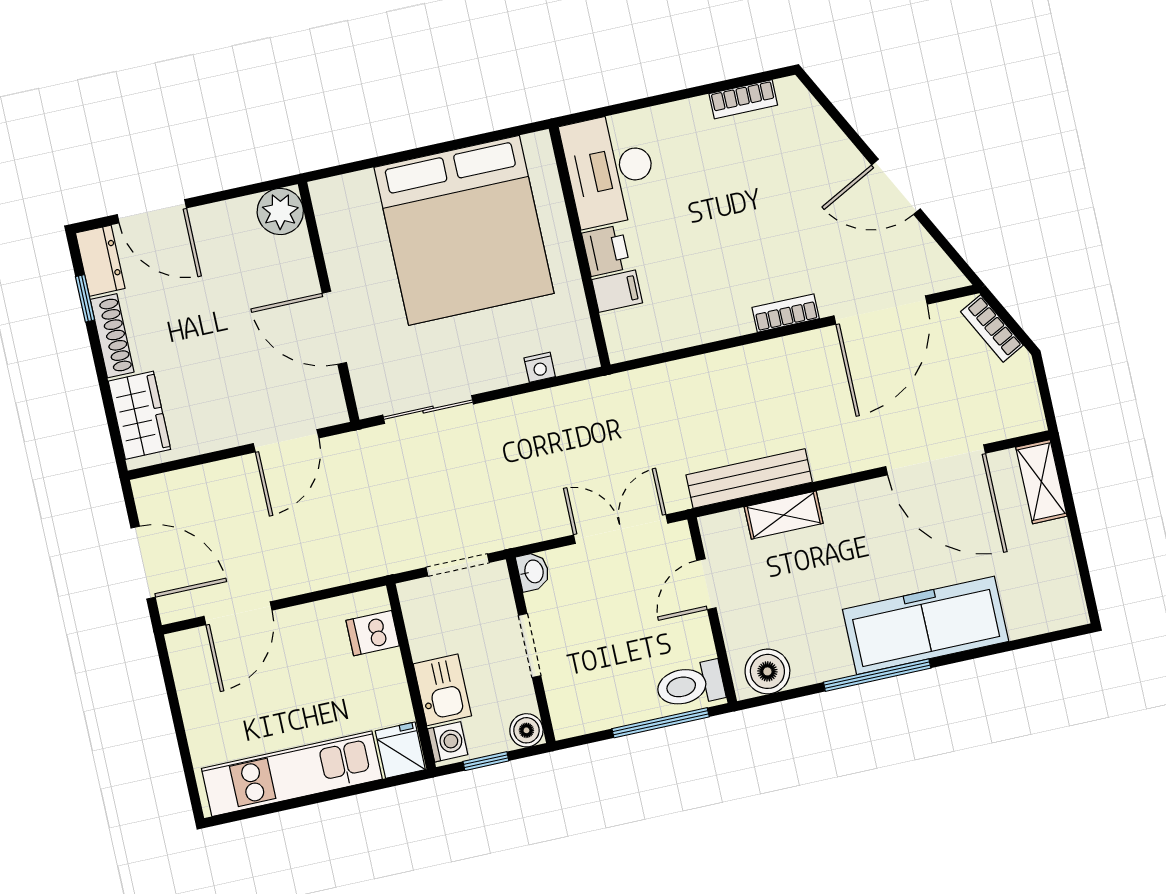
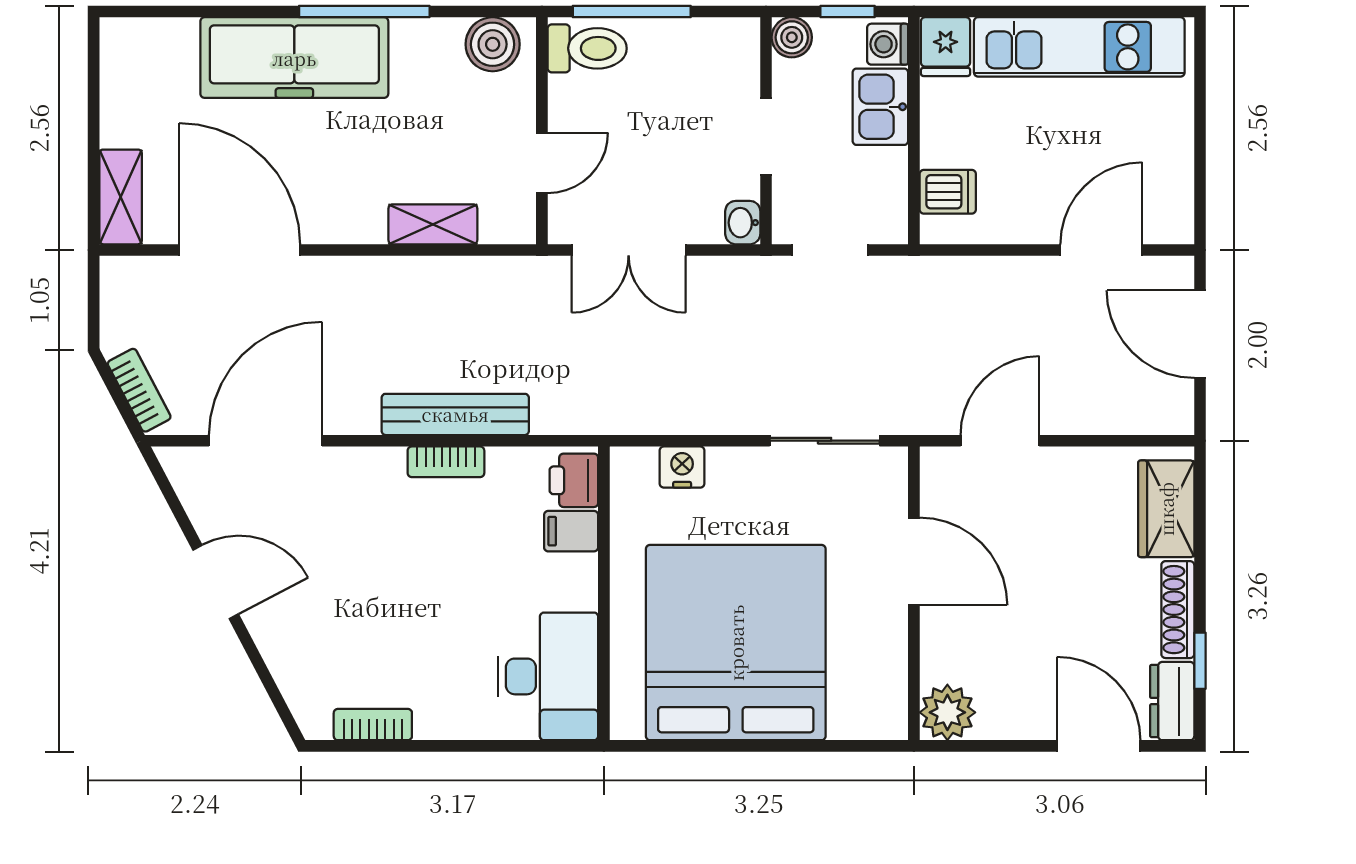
printer: (606, 251) -> (574, 480), moved
bookcase: (786, 313) -> (446, 462), moved
nightstand: (540, 367) -> (682, 467), width x1.39, depth x1.35
bench: (749, 479) -> (455, 414), moved

